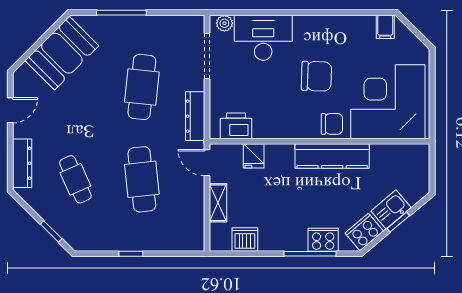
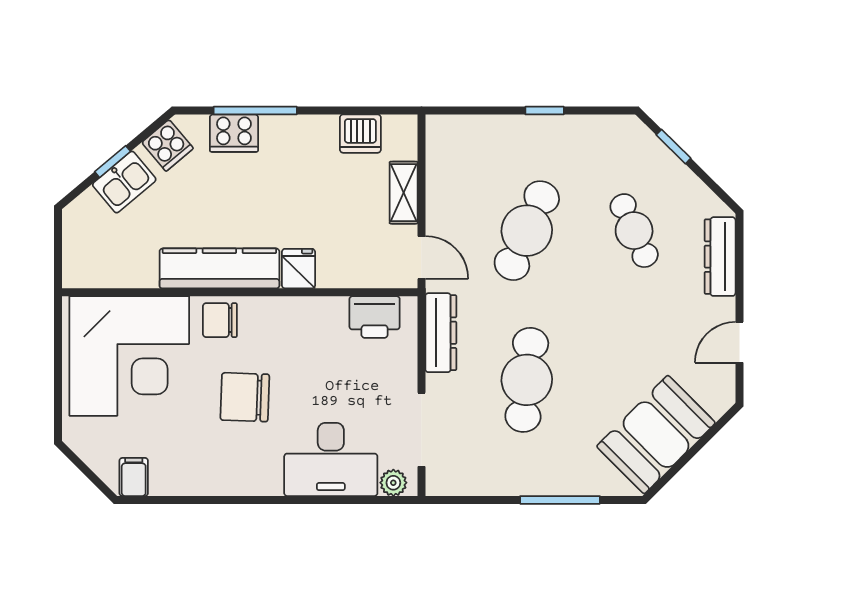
fridge: (254, 156) -> (298, 269), moved
cafe table: (142, 179) -> (527, 231), turned 30
cooker: (364, 232) -> (168, 145), width x0.73

